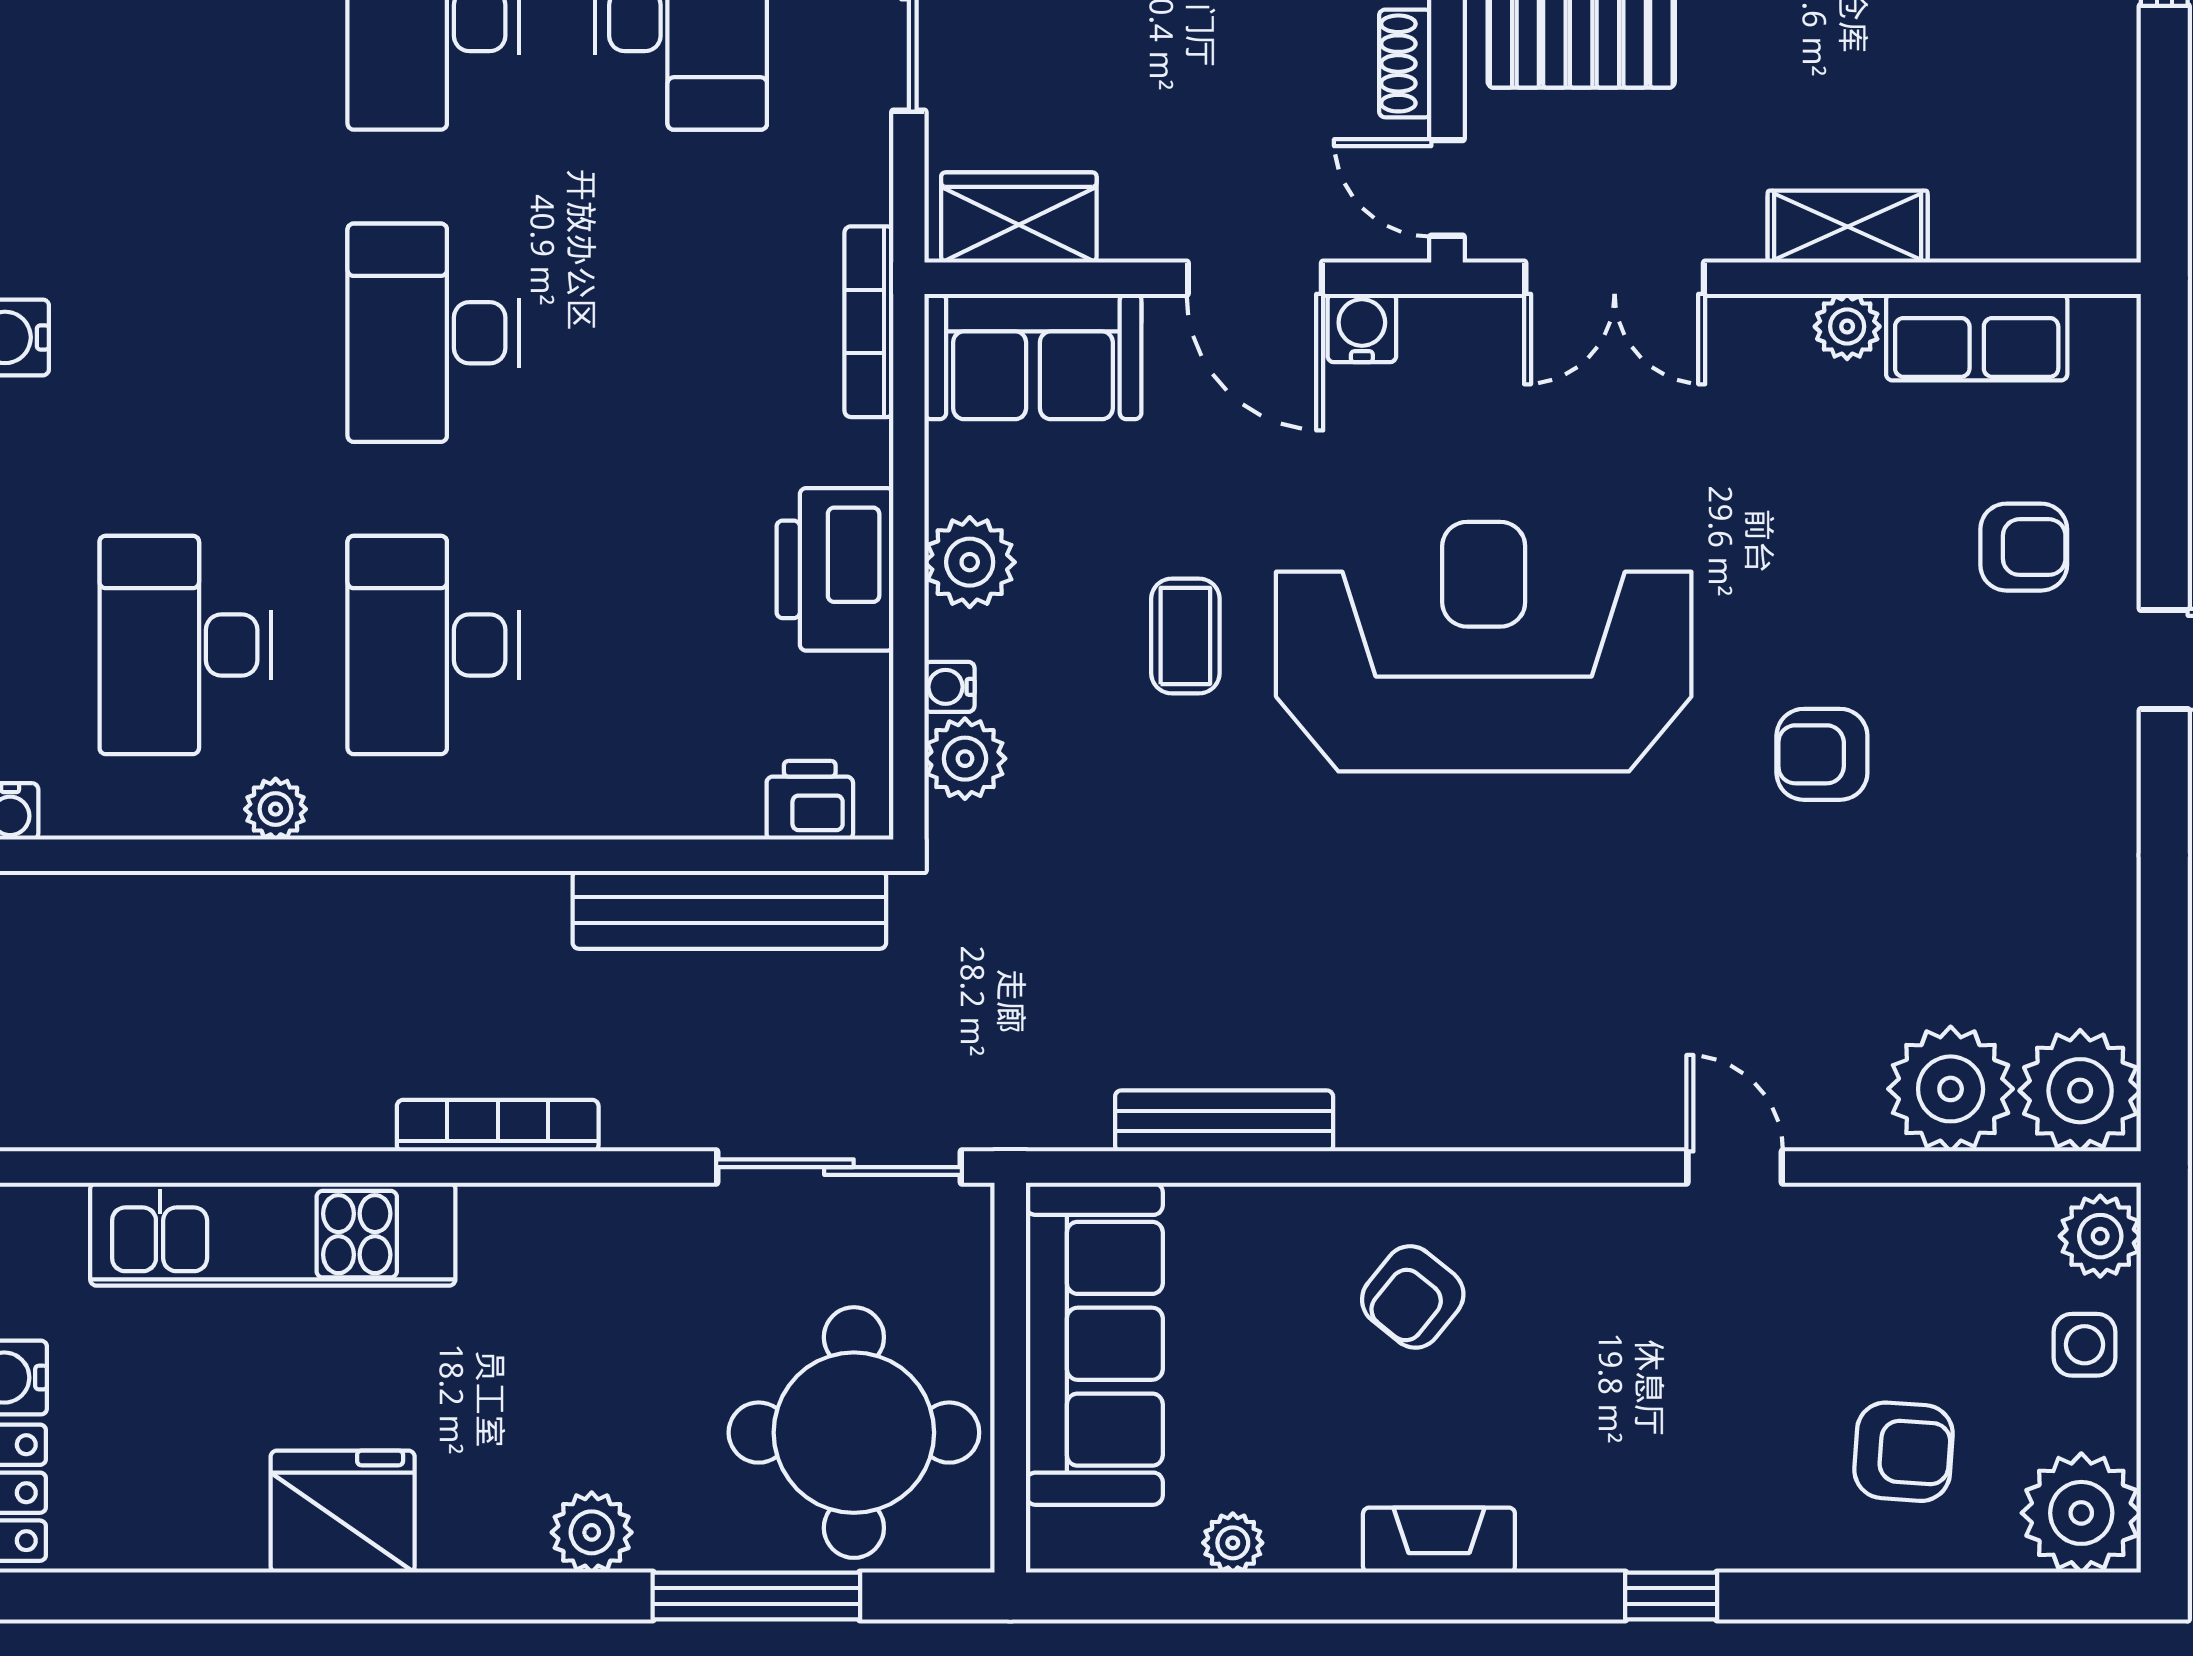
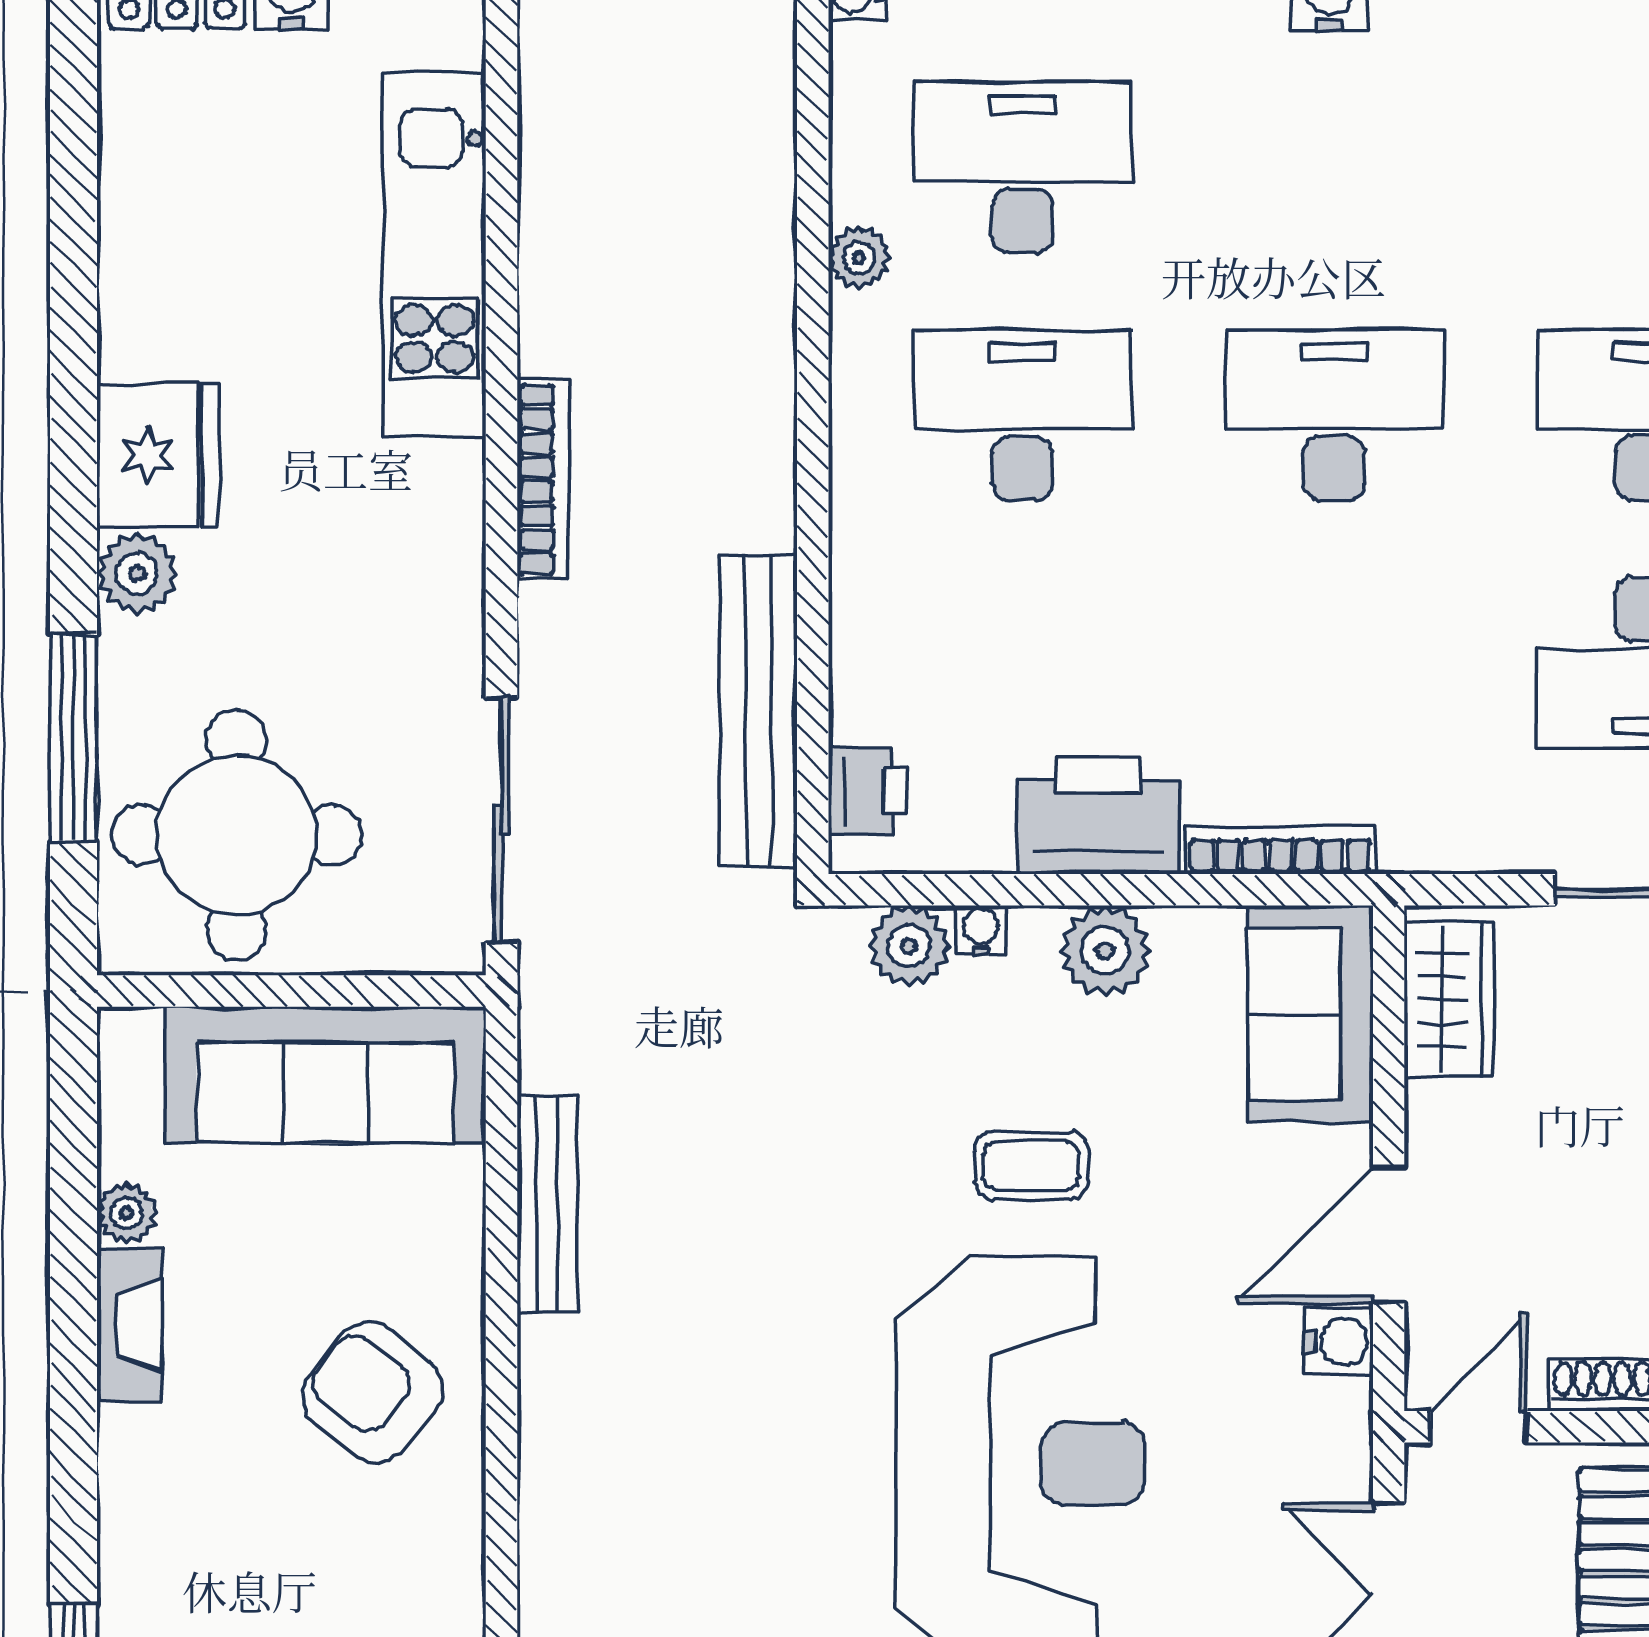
bookcase: (869, 322) -> (1280, 850), moved
armchair: (1413, 1297) -> (372, 1393), width x1.38, depth x1.38
fridge: (343, 1512) -> (158, 455), moved
fireplace: (1439, 1540) -> (129, 1325), moved

